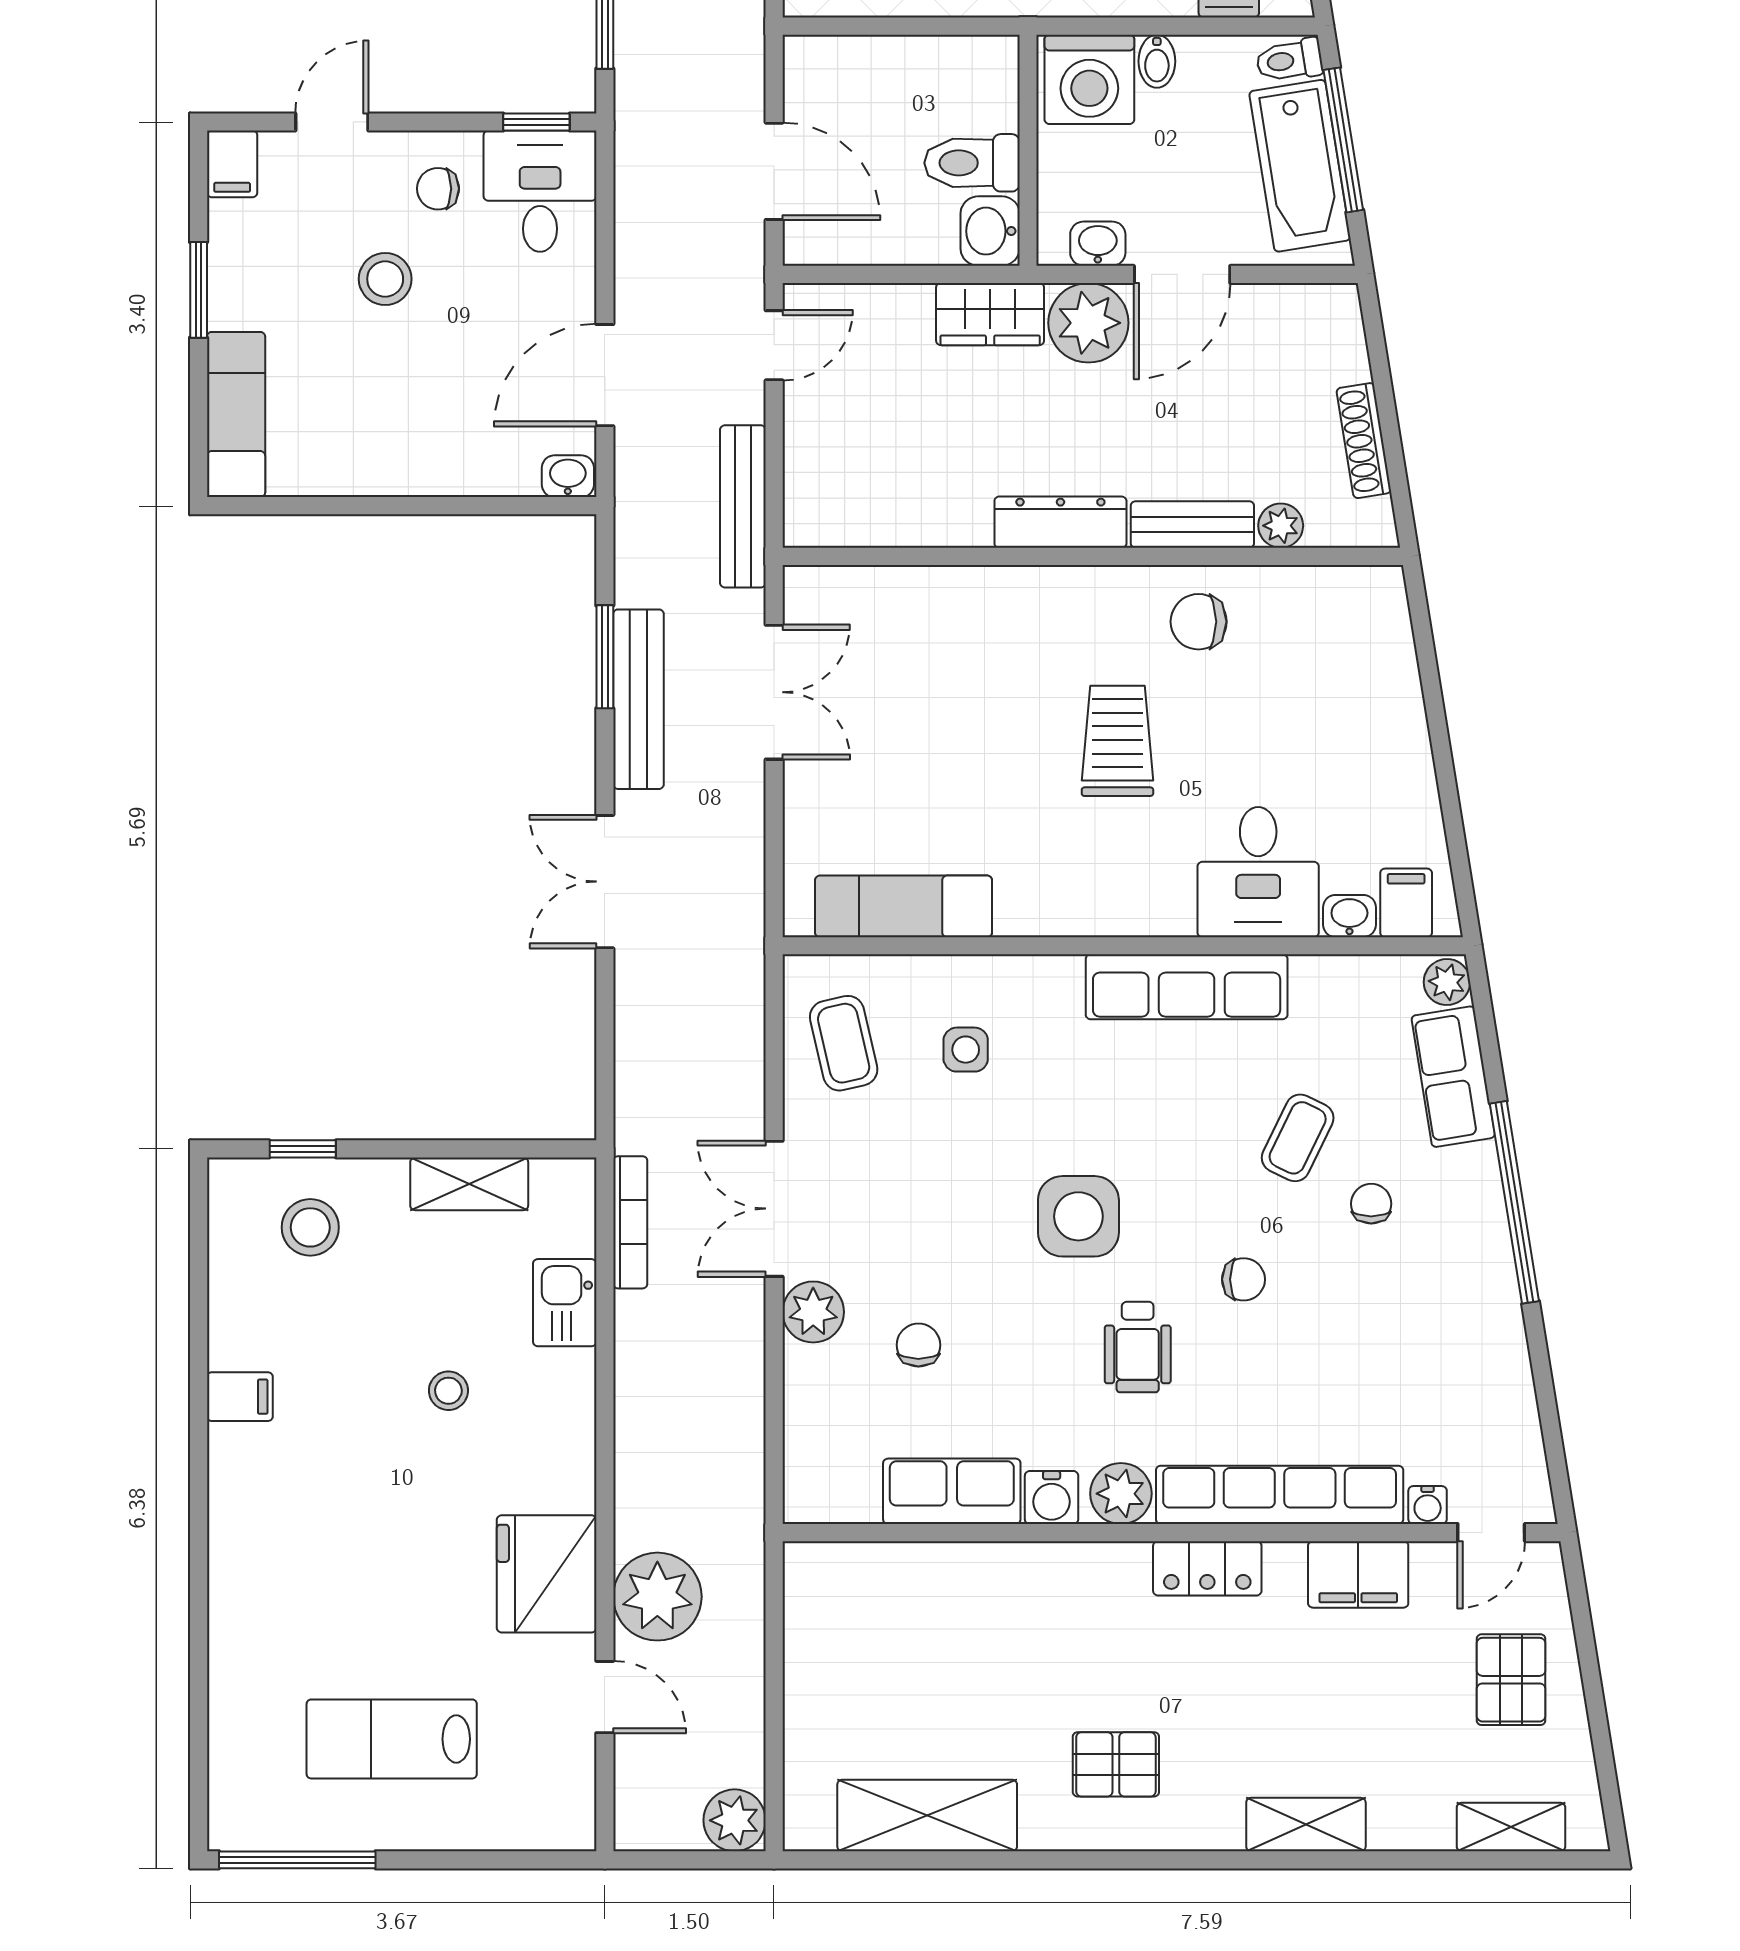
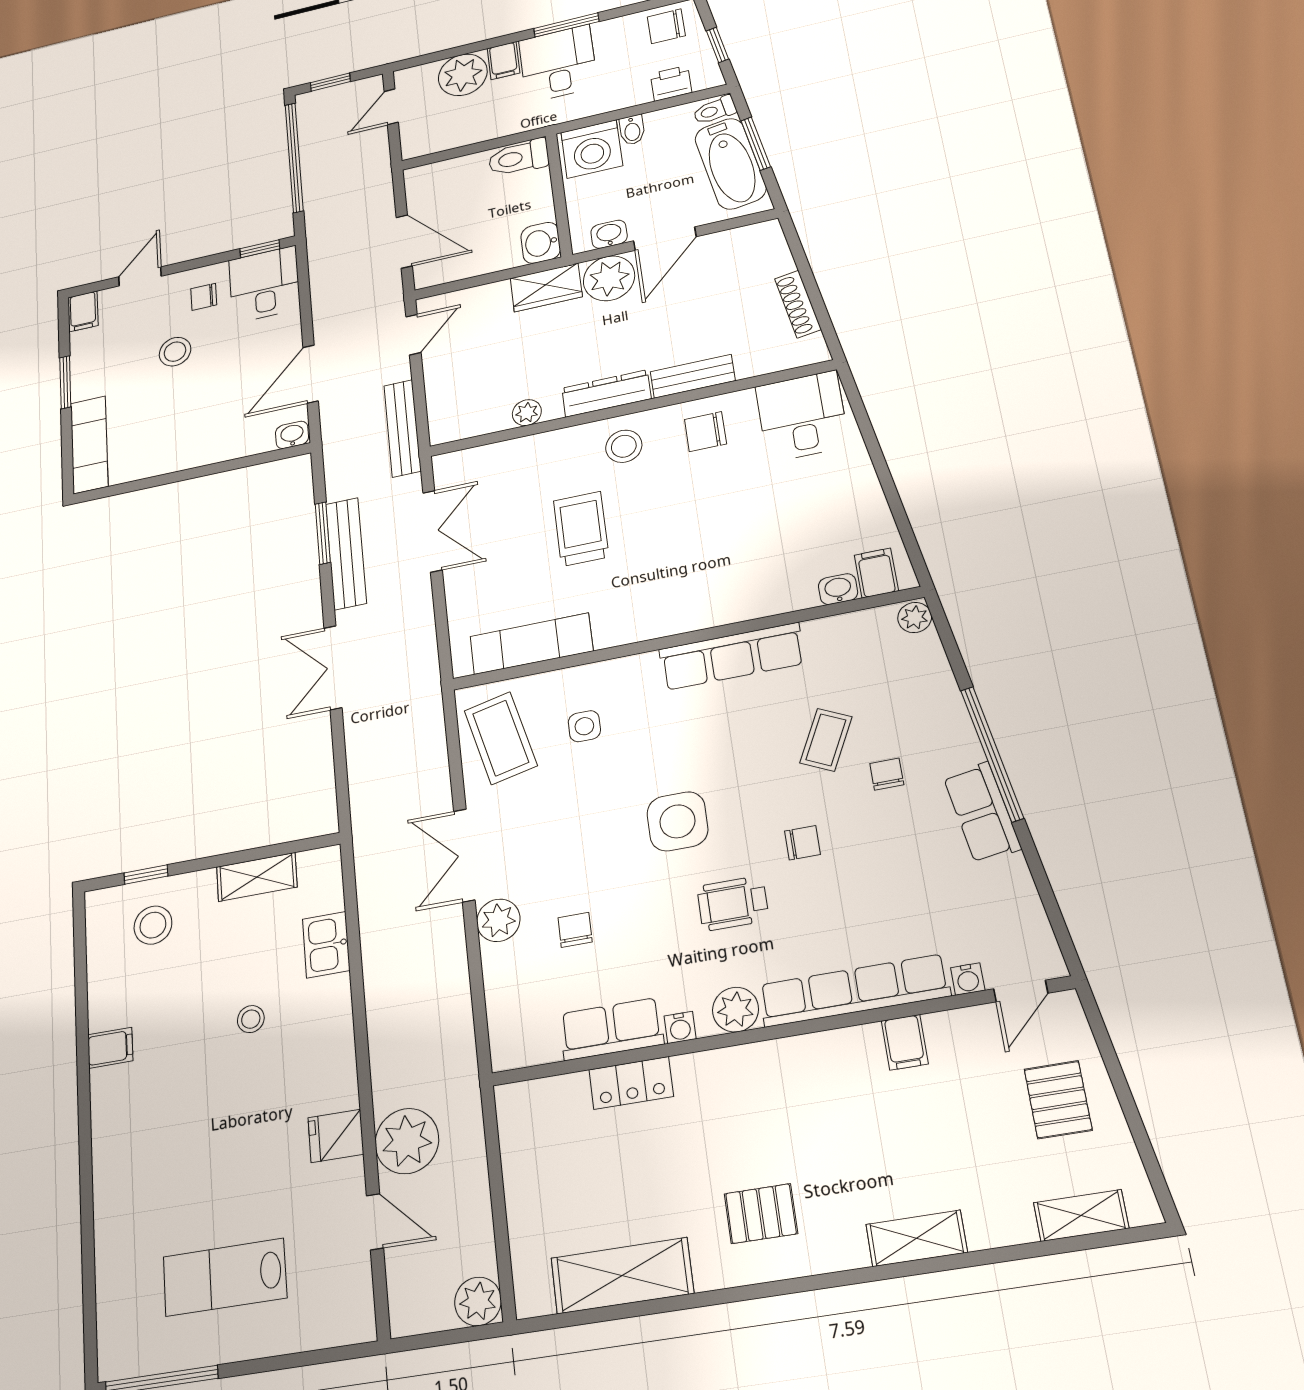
window: (1343, 140) -> (756, 144), width x0.69
toilet: (972, 163) -> (519, 158), moved
plant: (1281, 526) -> (527, 413), moved
stool: (1076, 617) -> (624, 446), added
trolley: (1117, 741) -> (581, 529), moved
desk: (1258, 872) -> (802, 416), moved, turned 180
coffee table: (844, 1043) -> (501, 738), width x1.36, depth x1.30
row of seats: (1453, 1077) -> (982, 813), moved
bookcase: (630, 1222) -> (367, 882), removed
wheelchair: (1138, 1347) -> (733, 903), turned 90
water cooler: (1052, 1498) -> (680, 1027), width x0.72, depth x0.72
locker: (1207, 1568) -> (631, 1083), moved
fridge: (547, 1574) -> (336, 1136), width x0.53, depth x0.75
filing cabinet: (1358, 1574) -> (905, 1042), width x0.50

